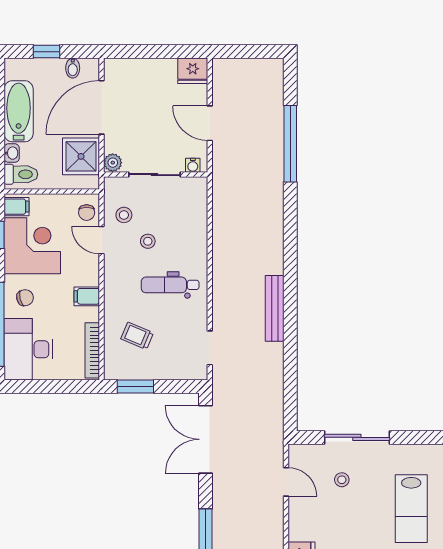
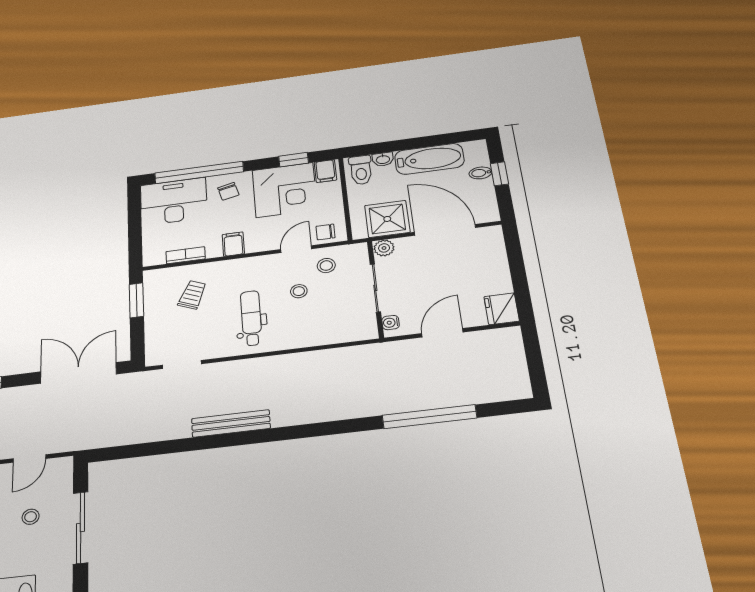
bidet: (73, 68) -> (480, 173), moved
bookcase: (92, 350) -> (186, 255), width x0.64

